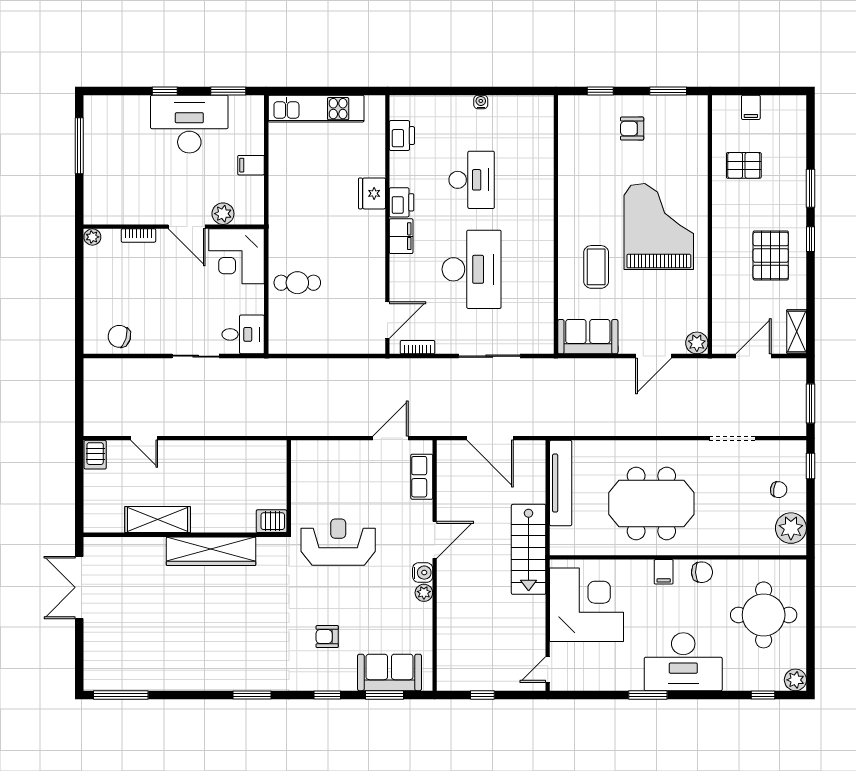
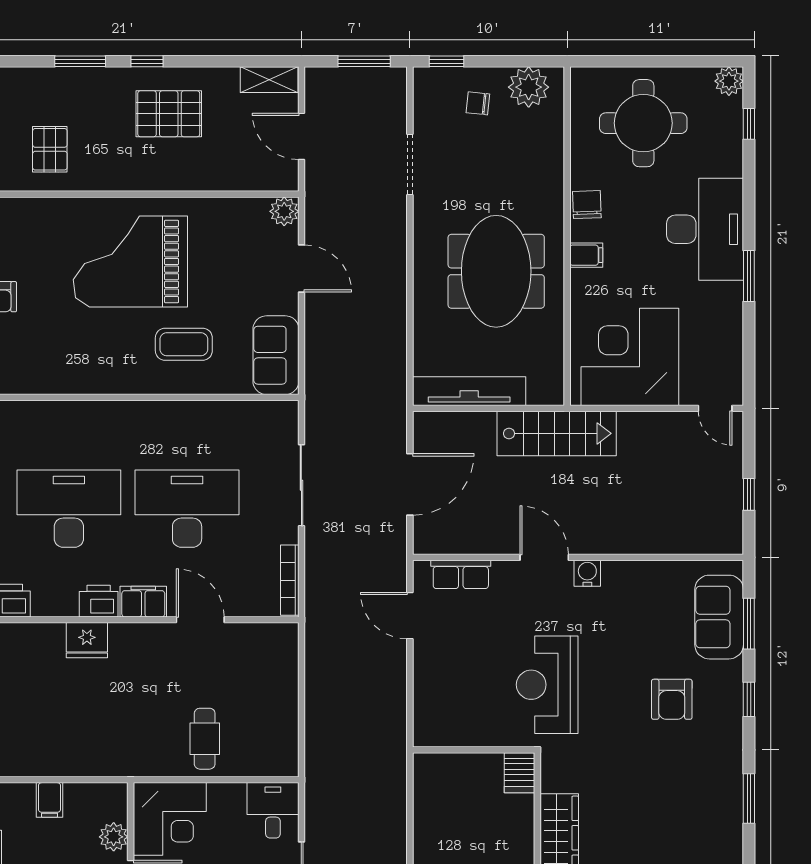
desk: (472, 180) -> (69, 509), width x1.36, depth x1.30
door: (387, 320) -> (200, 620), moved
bookcase: (418, 347) -> (290, 580), width x1.56
chair: (779, 490) -> (478, 103), turned -92
plant: (424, 593) -> (614, 572), removed
armchair: (327, 637) -> (672, 699), width x1.38, depth x1.38

